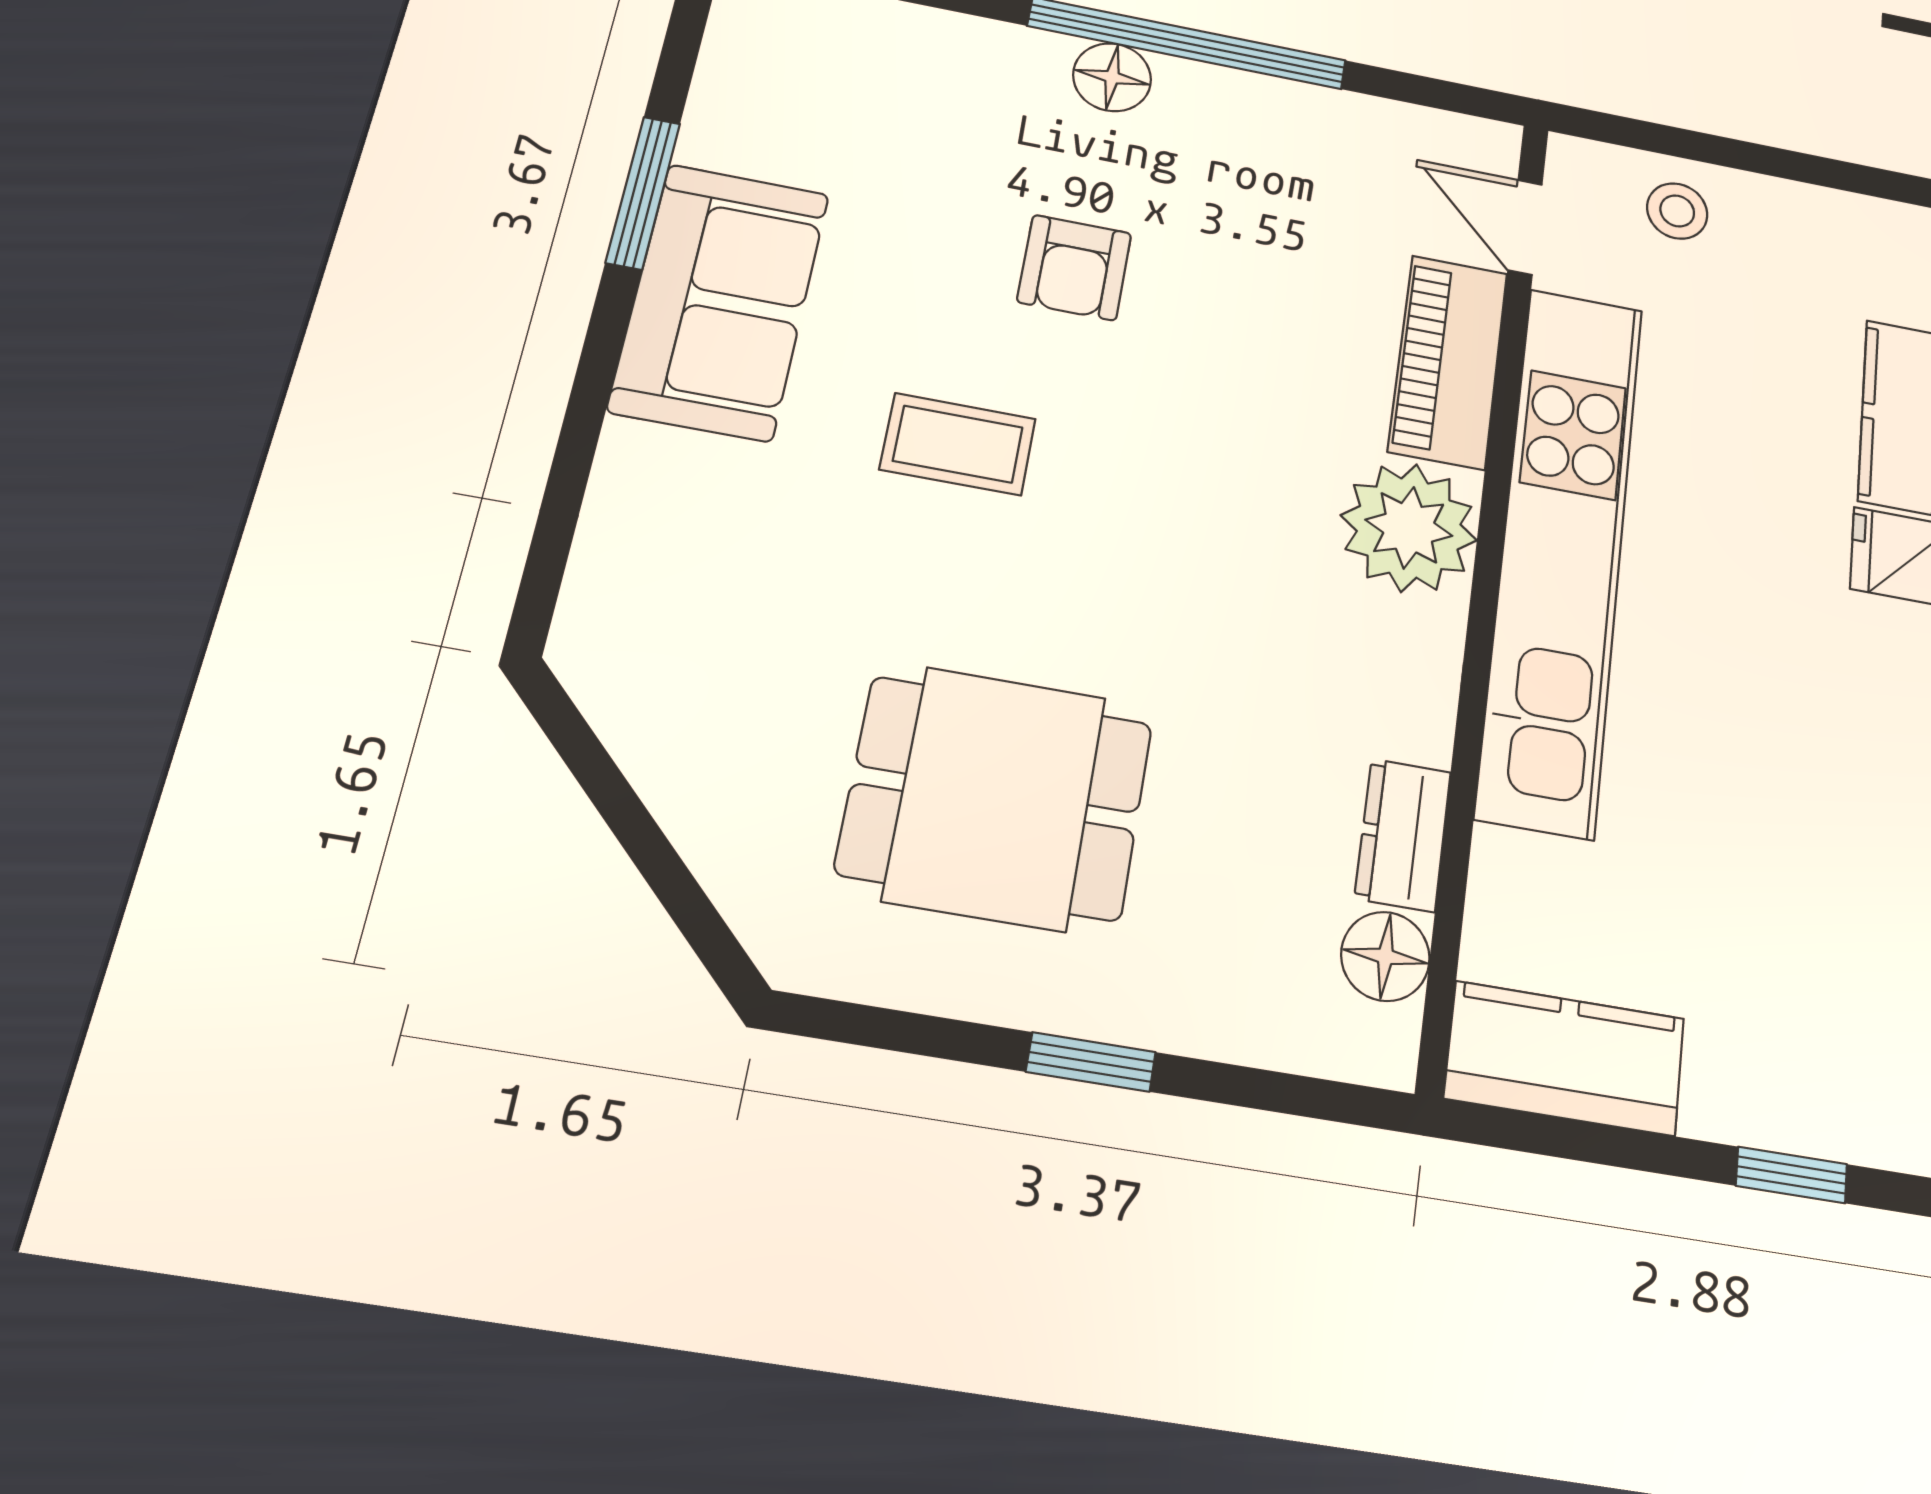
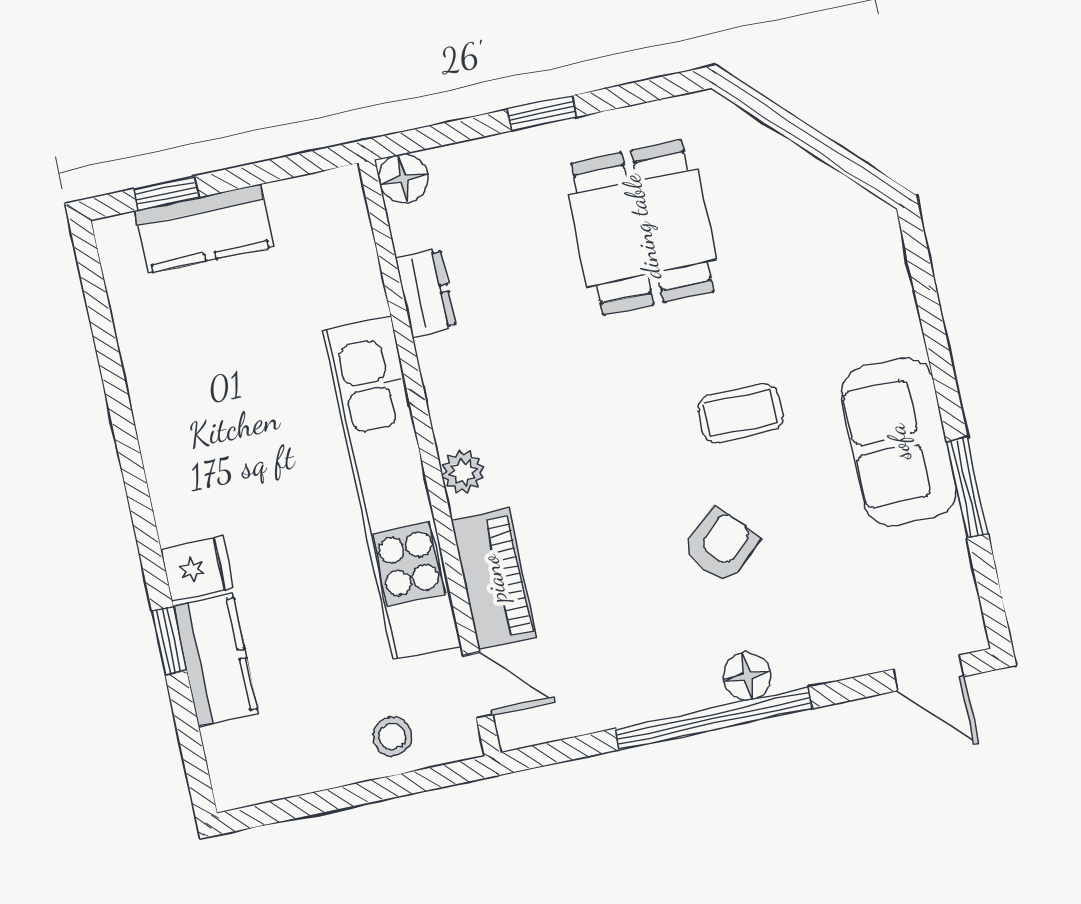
armchair: (1074, 268) -> (721, 546), turned 47
plant: (1409, 528) -> (463, 472), width x0.53, depth x0.53
dining table: (995, 798) -> (642, 227), turned 90
floor lamp: (1385, 956) -> (403, 178), moved
kitchen counter: (1565, 1058) -> (204, 229), moved

